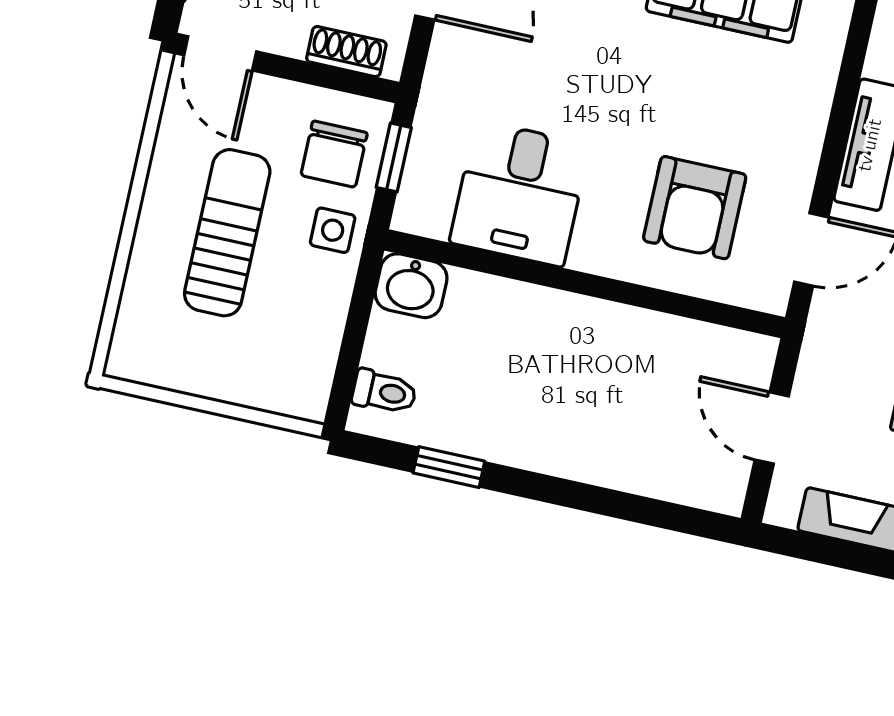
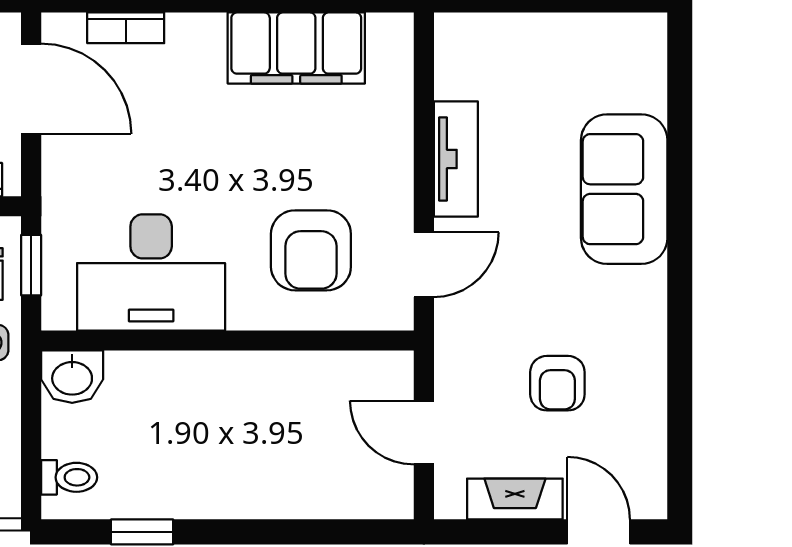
desk: (520, 193) -> (151, 272), width x1.37

